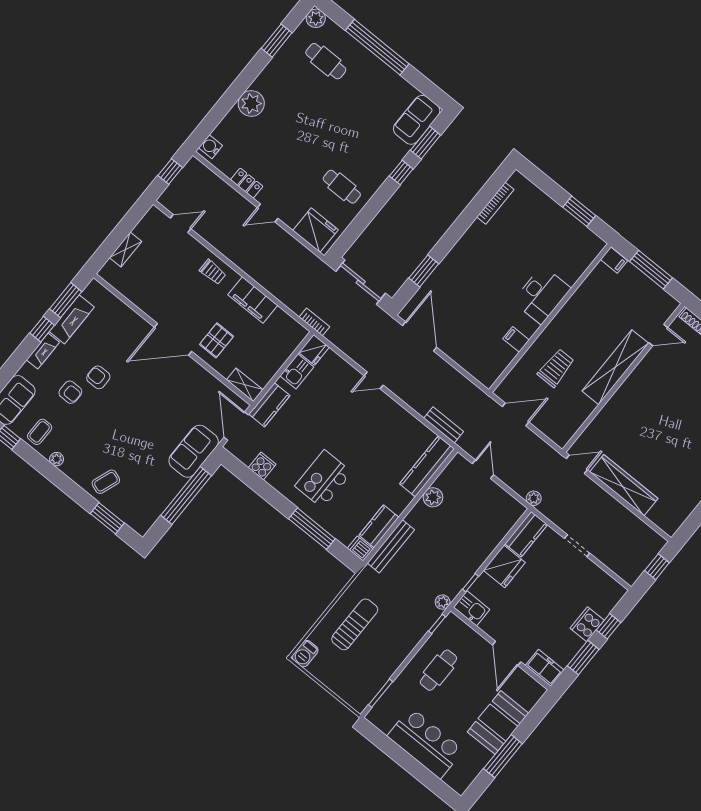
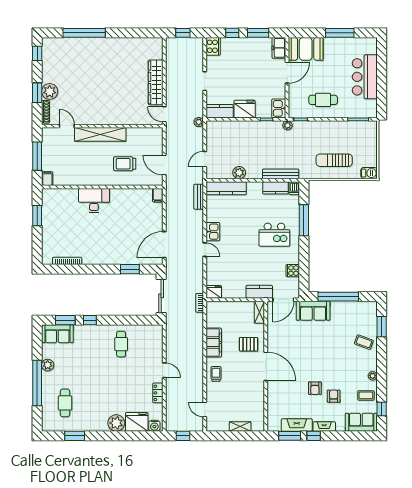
plant: (316, 18) -> (48, 365), moved
fridge: (315, 230) -> (137, 422), moved, turned 90
filing cabinet: (516, 339) -> (158, 195), moved
kitchen sink: (297, 371) -> (213, 232), moved, turned 90
cooker: (587, 624) -> (213, 46), moved, turned -90
booth: (498, 723) -> (306, 49), moved

